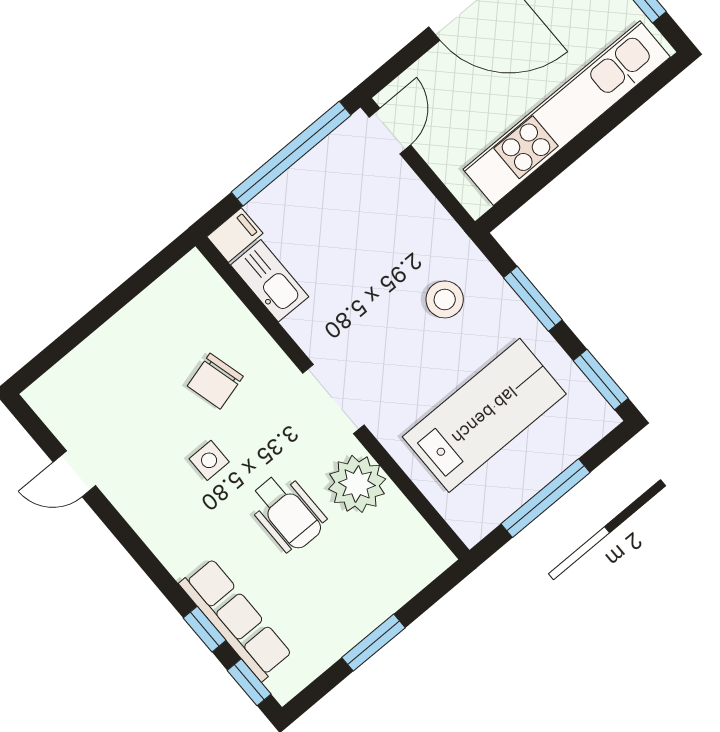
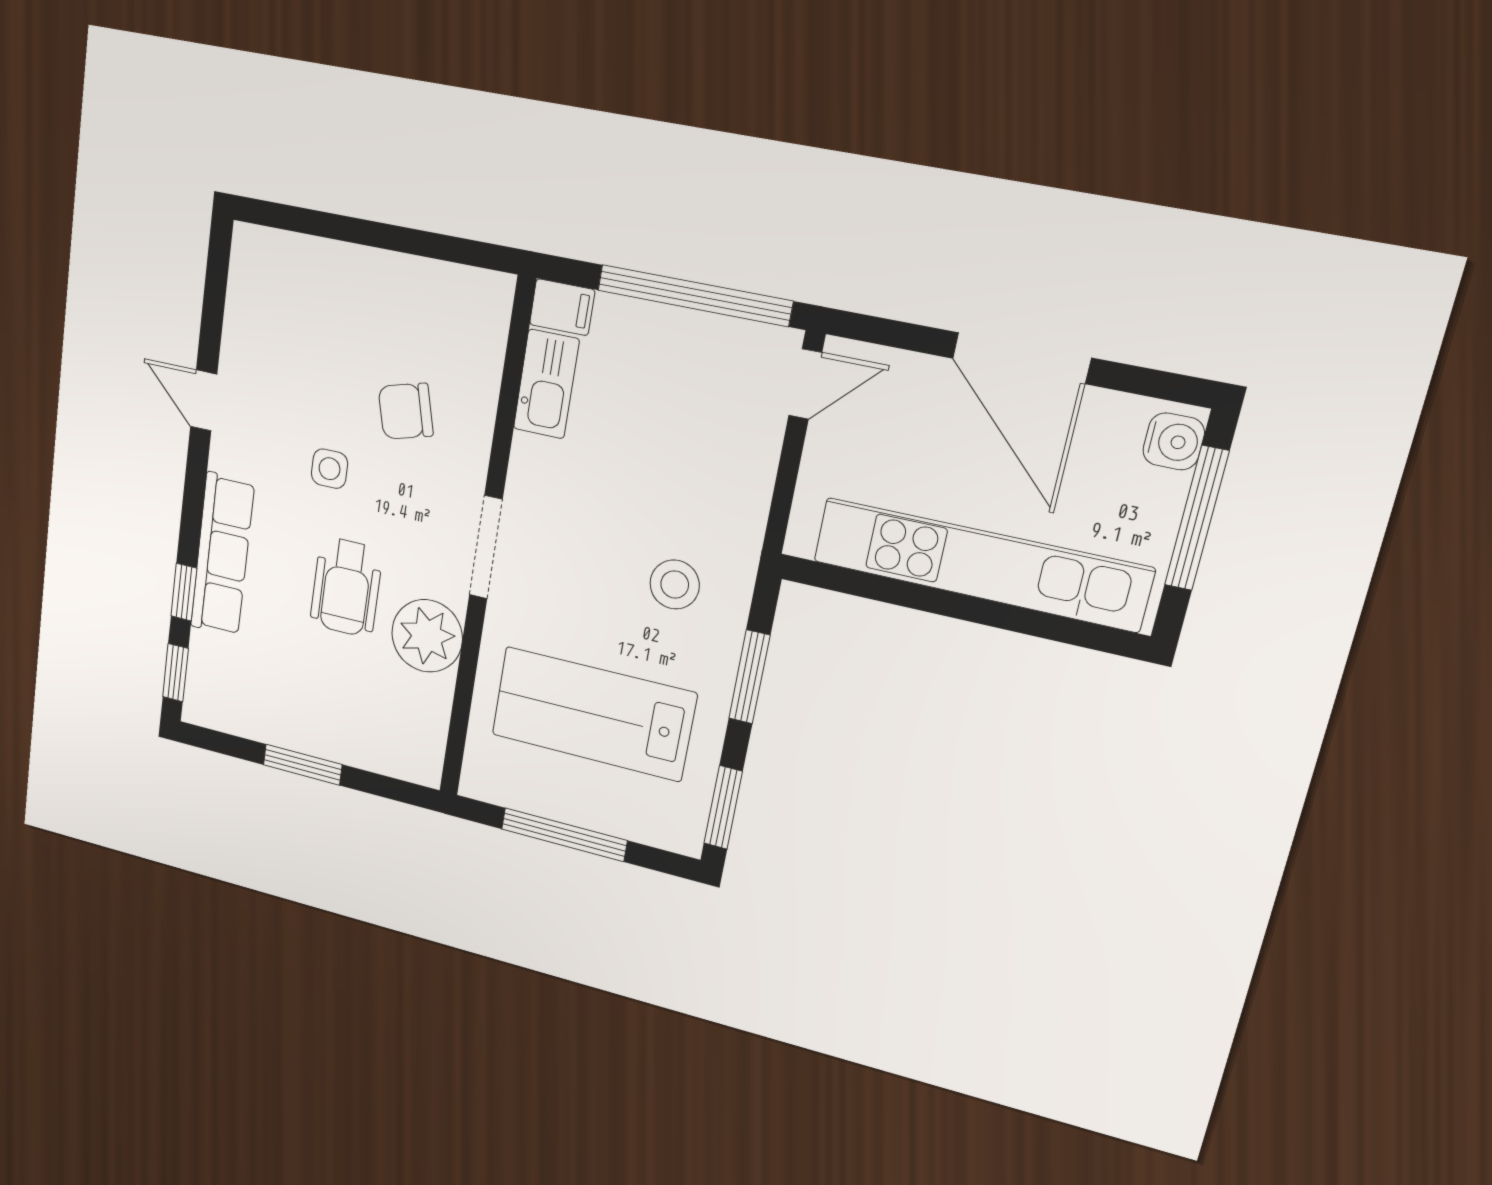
lab bench: (484, 415) -> (593, 714), turned 180
door: (74, 474) -> (204, 400), moved
row of seats: (236, 619) -> (222, 555), moved

